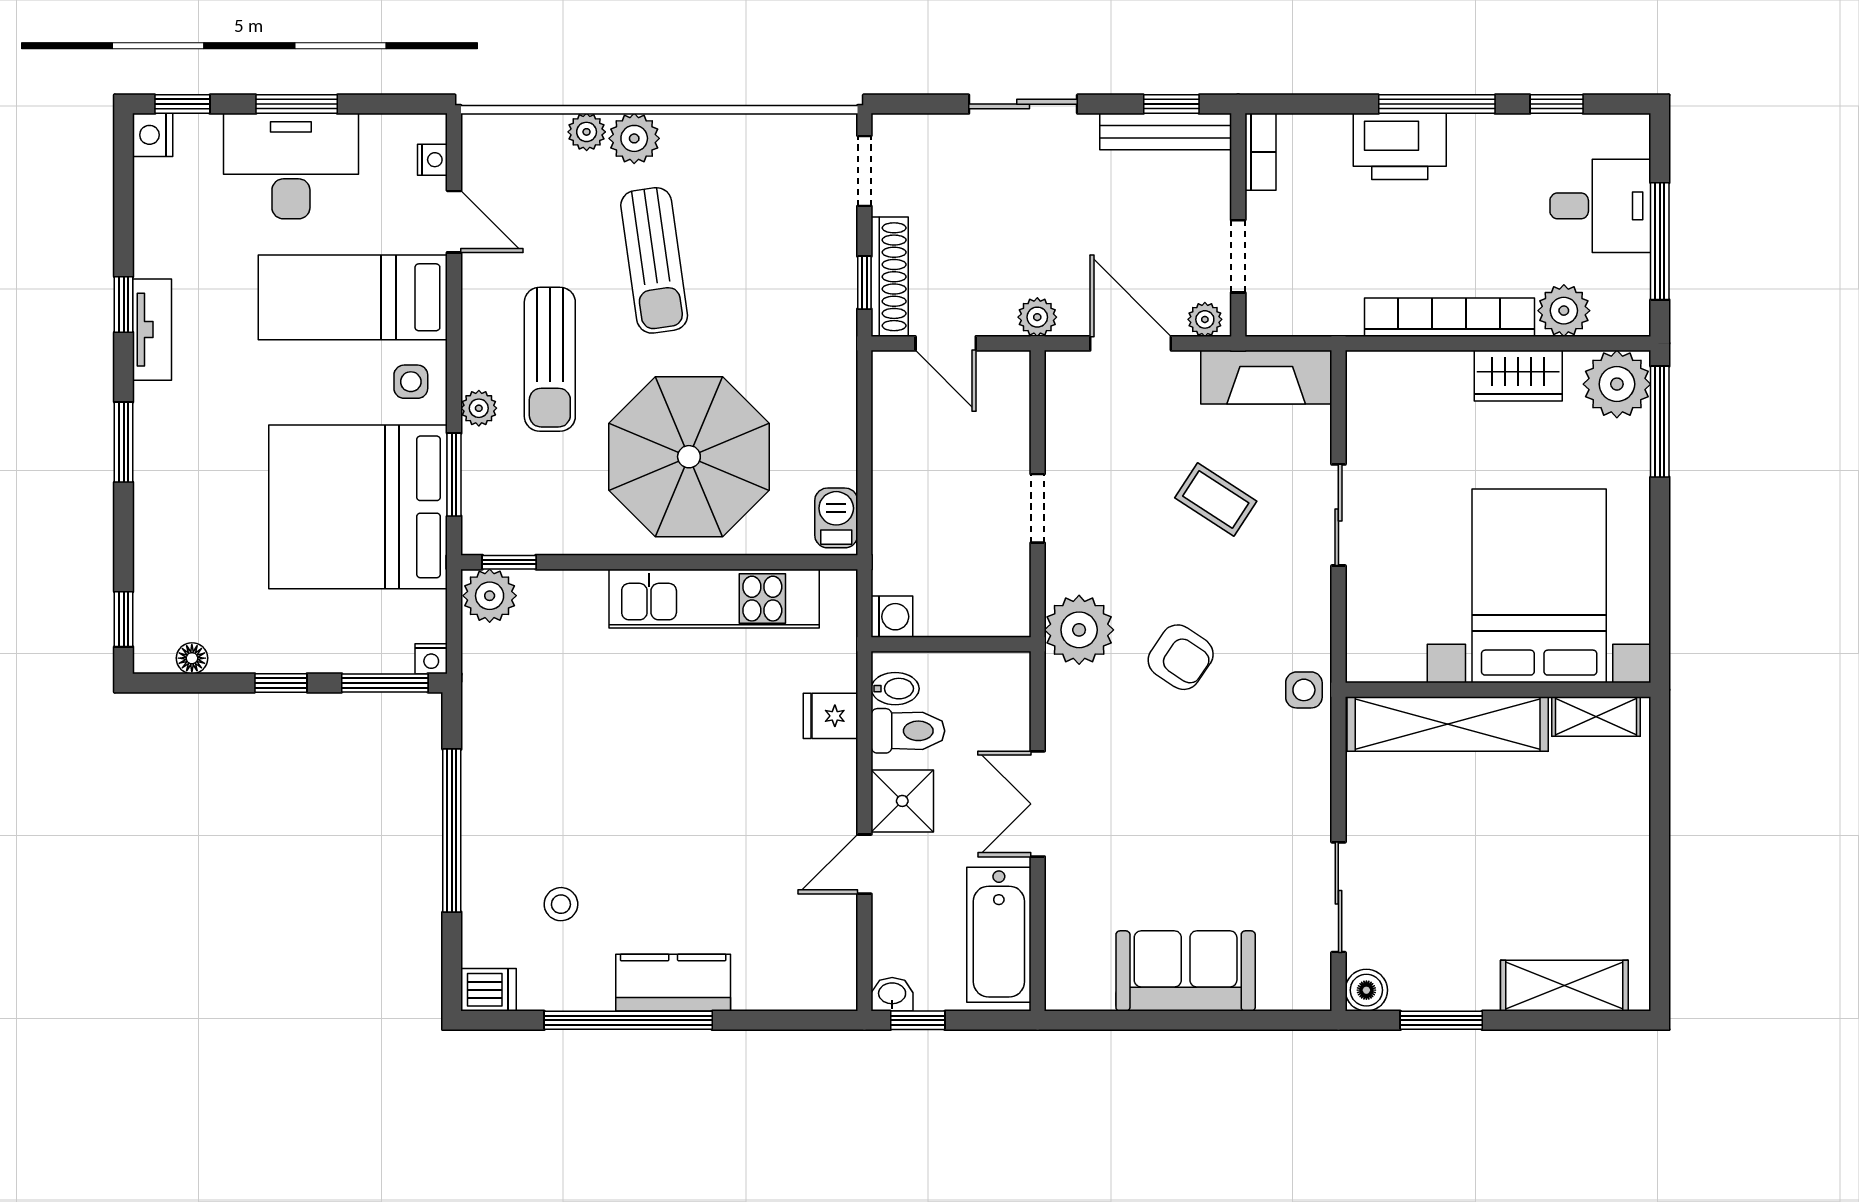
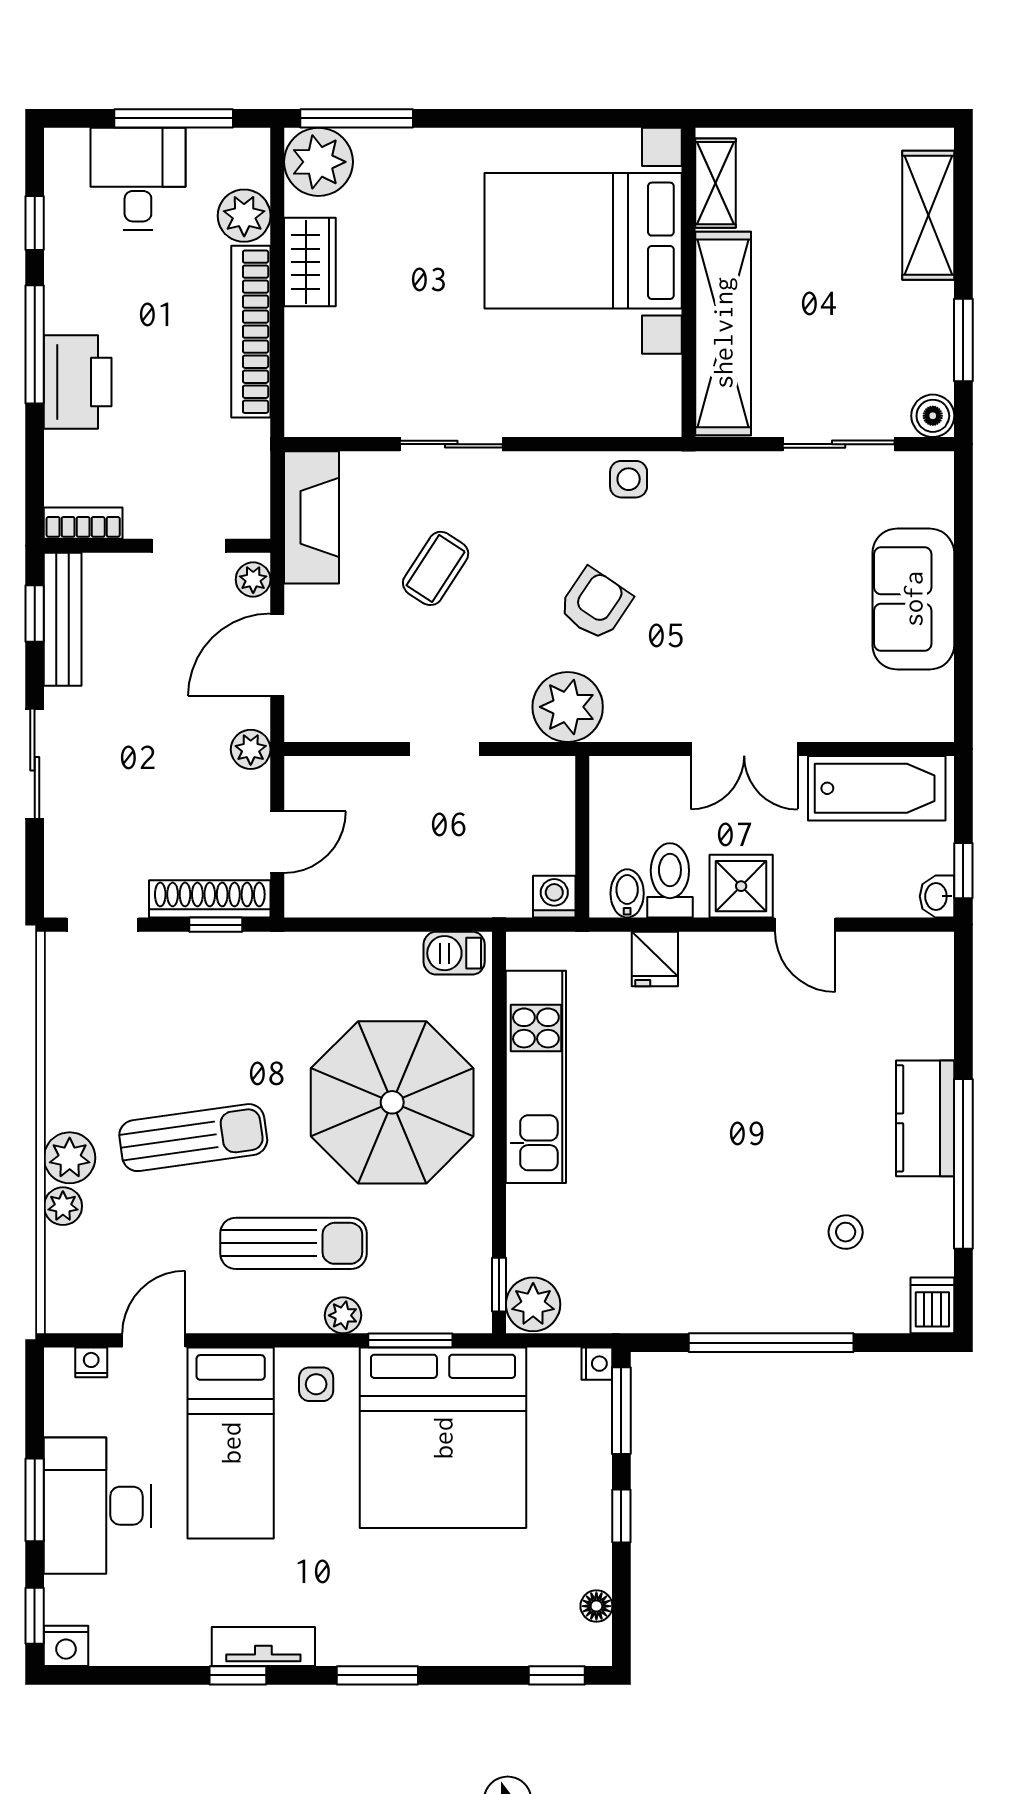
bed with nightstands: (1539, 586) -> (583, 241), moved
wall: (1498, 690) -> (688, 282), moved
shelving: (1596, 716) -> (716, 183), moved
shelving: (1448, 724) -> (723, 333), moved

